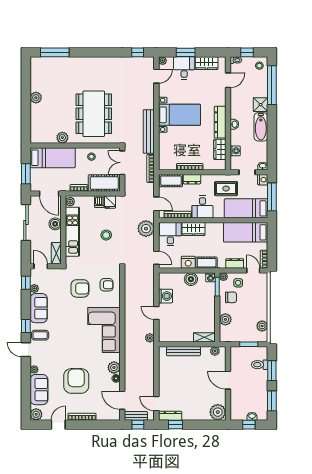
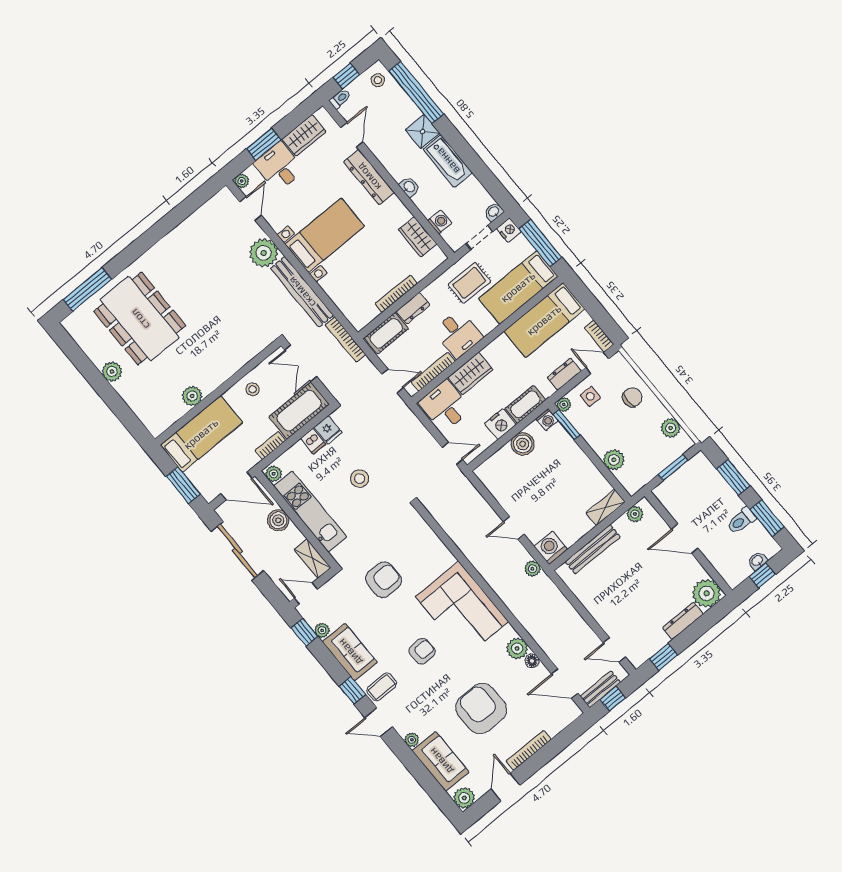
window: (138, 52) -> (199, 198), removed
dining table: (94, 114) -> (140, 319), moved
dresser: (220, 122) -> (369, 177), moved
plant: (146, 229) -> (264, 253), moved
armchair: (107, 285) -> (422, 651), moved
washing machine: (165, 296) -> (551, 548), moved, turned -90
chair: (231, 297) -> (632, 397), moved
toilet: (260, 365) -> (741, 521), moved
dresser: (170, 416) -> (683, 621), moved

